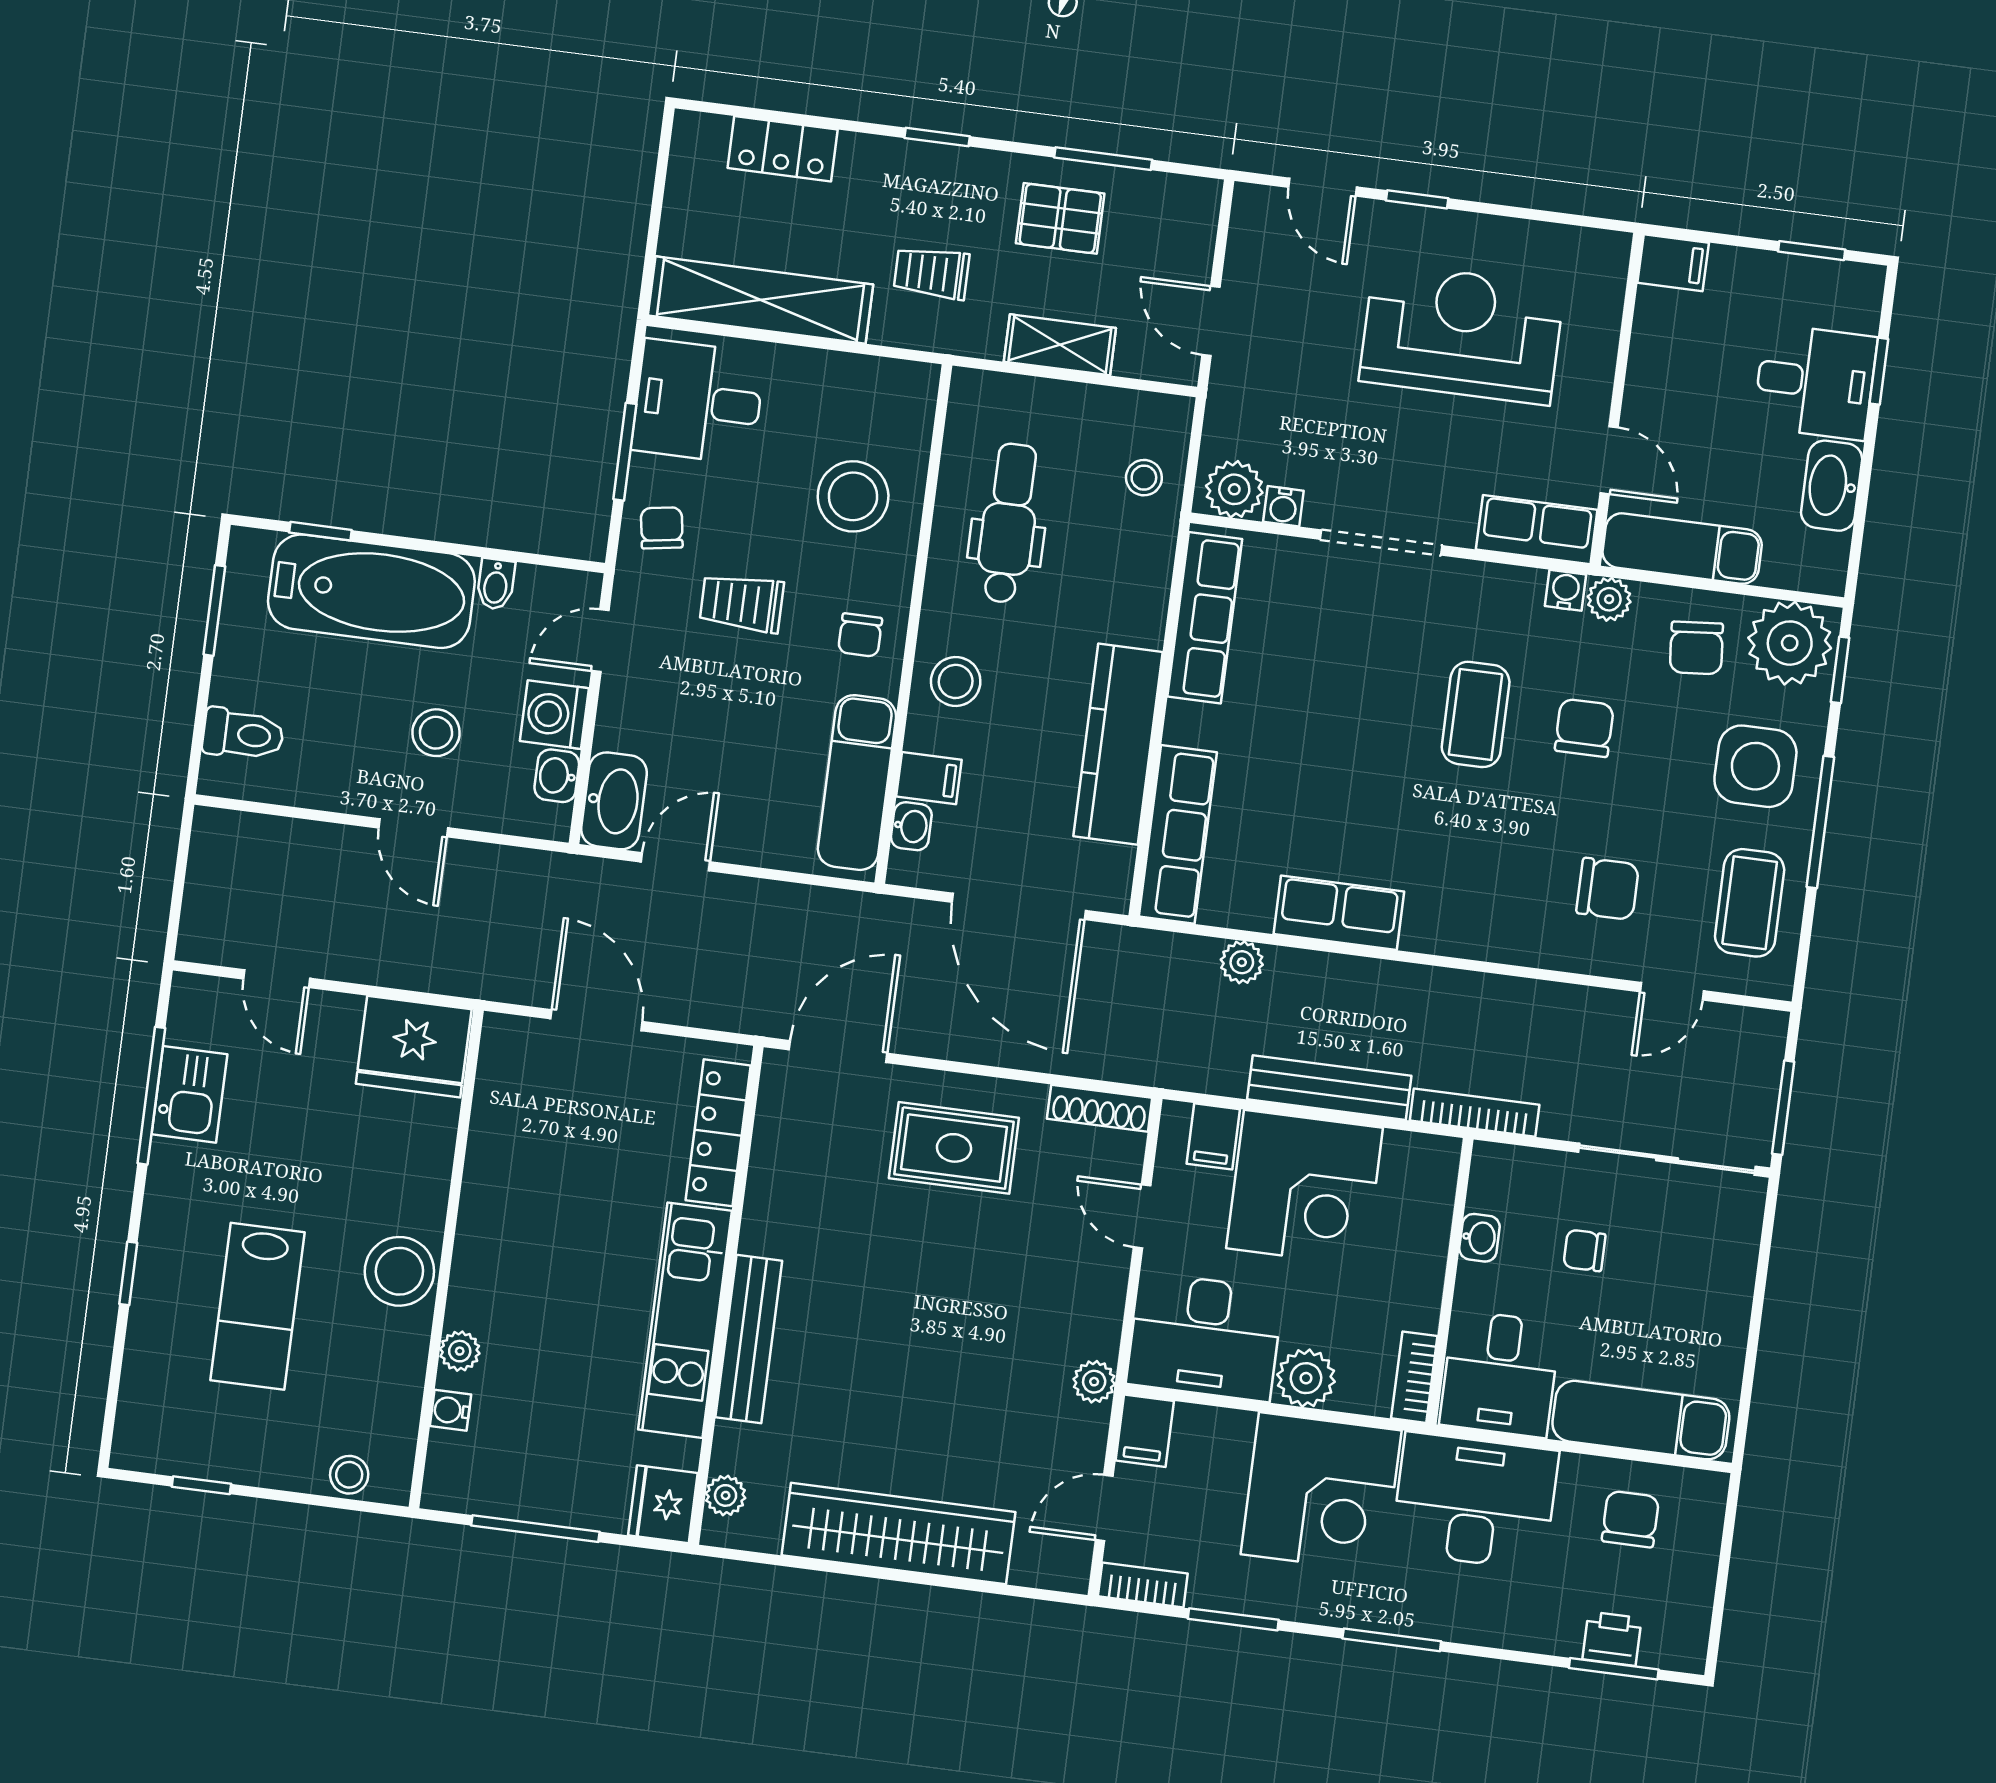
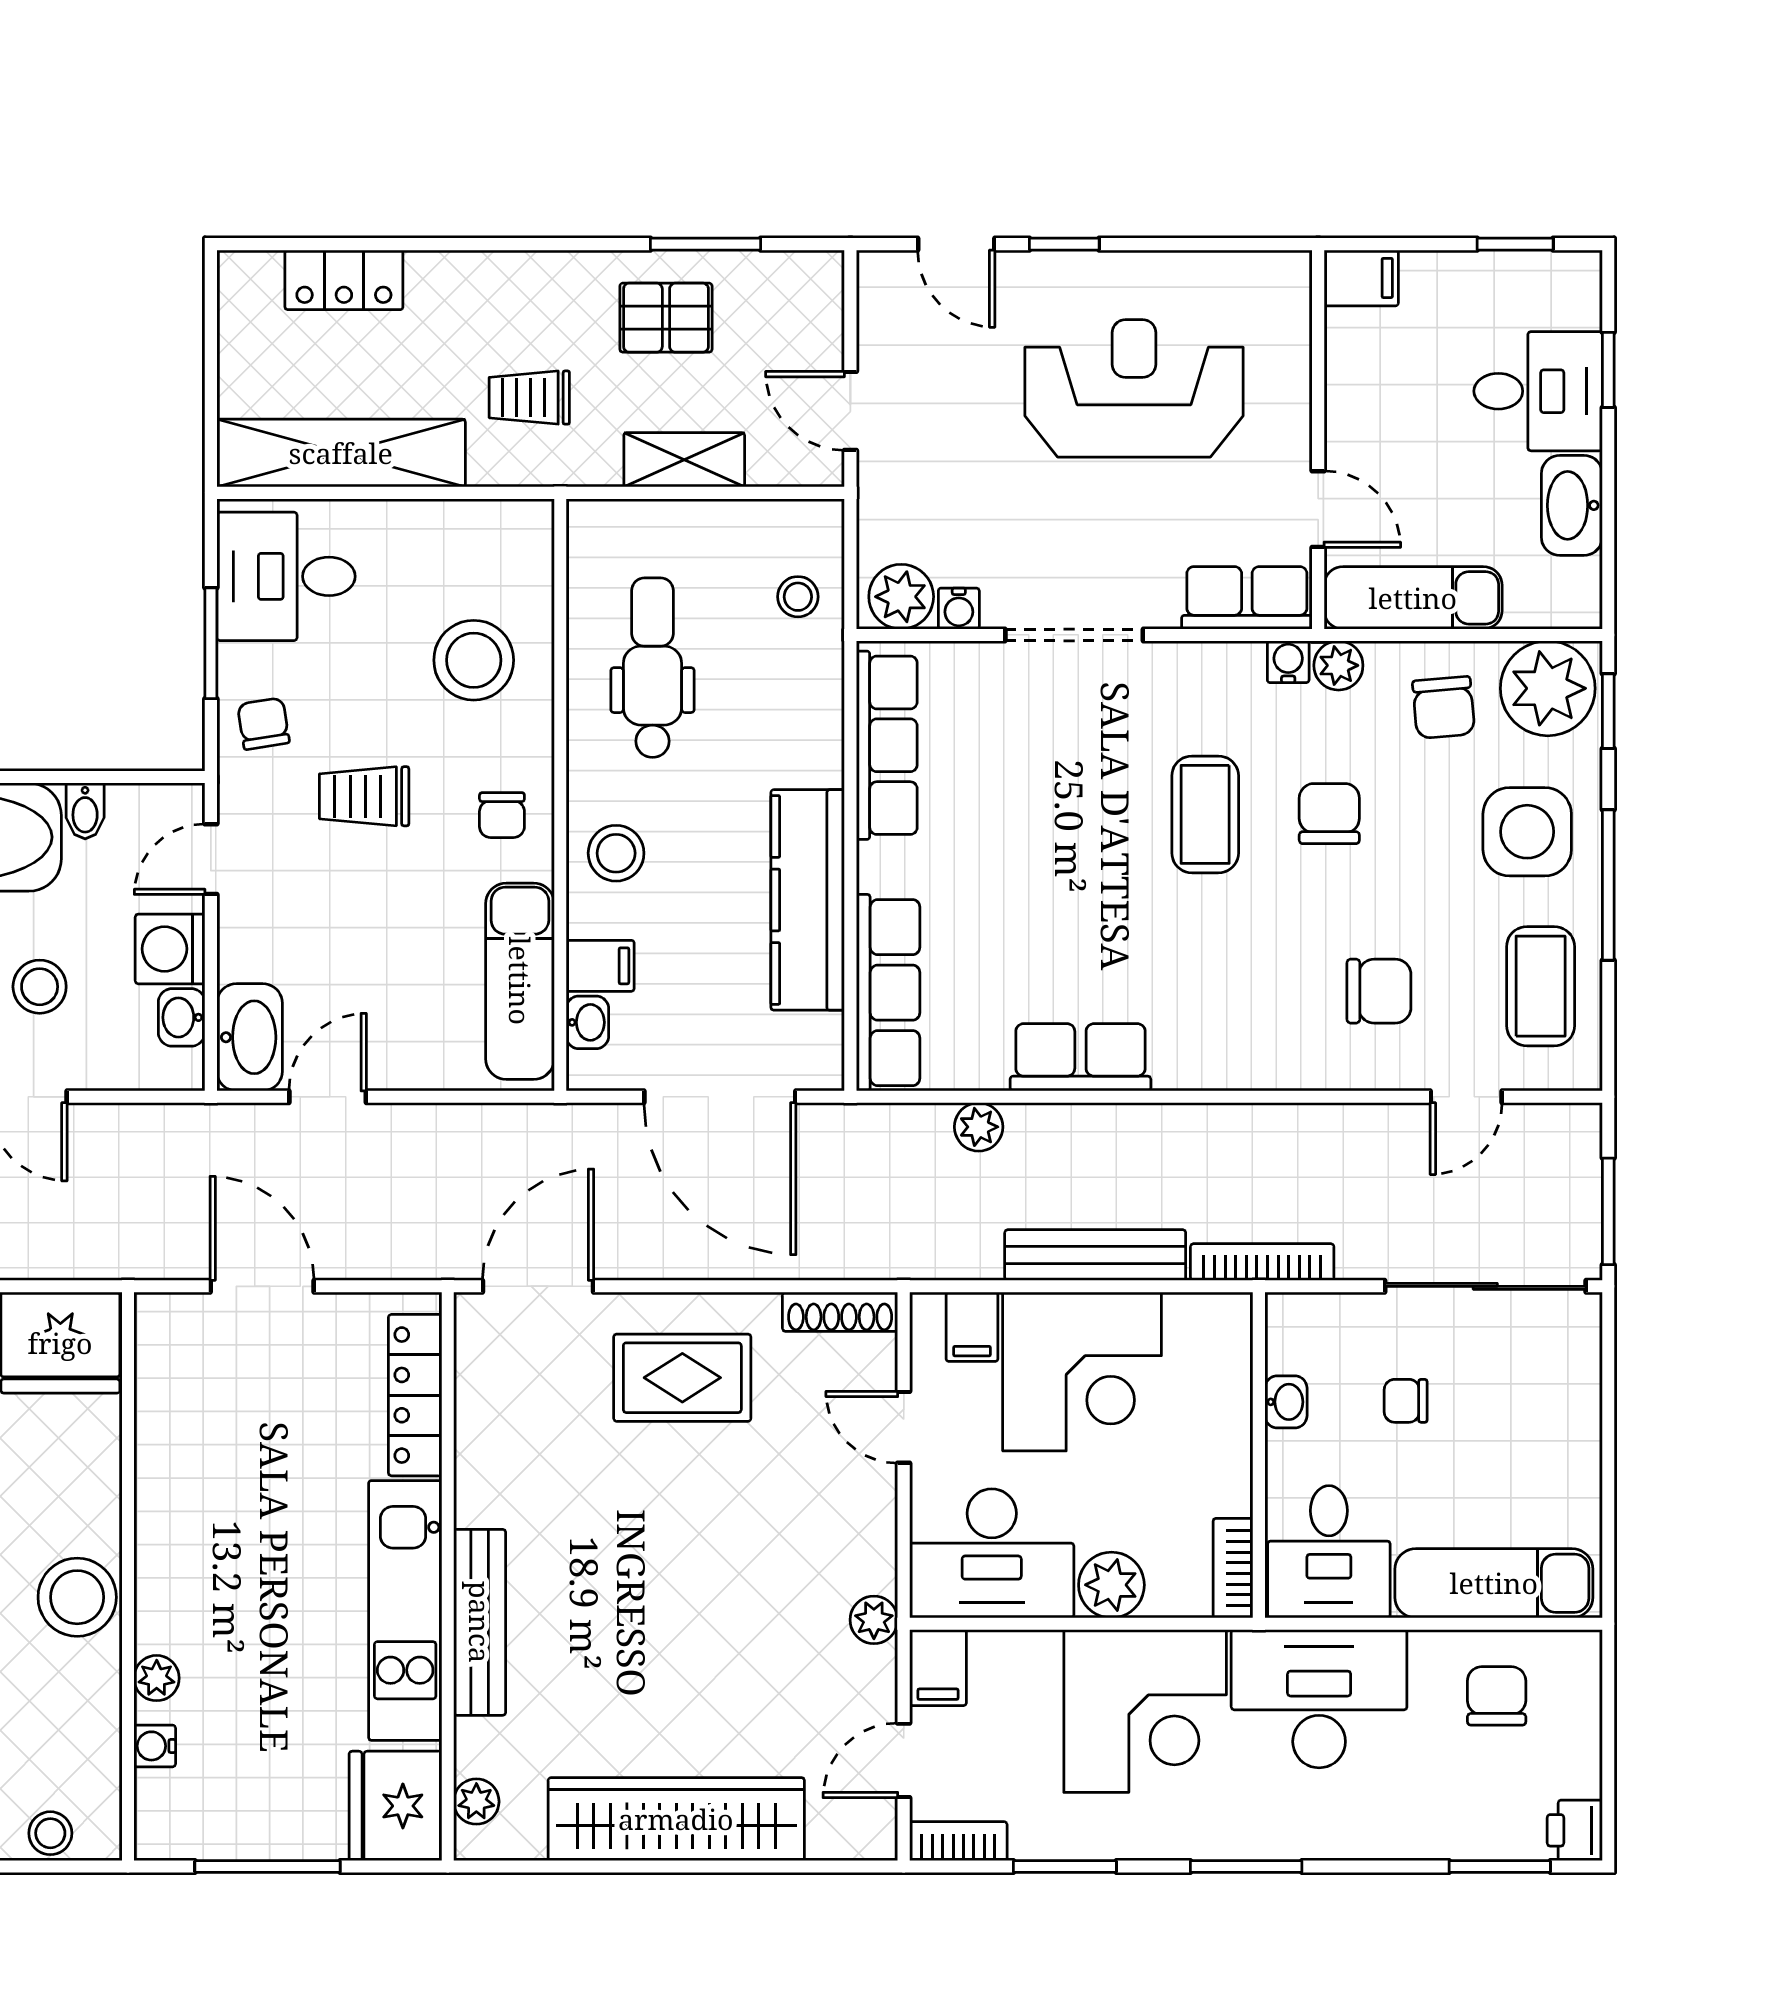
window: (937, 137) -> (516, 244), removed
fridge: (663, 1504) -> (395, 1806), width x1.36, depth x1.34
printer: (1612, 1639) -> (1575, 1830), moved, turned -90

